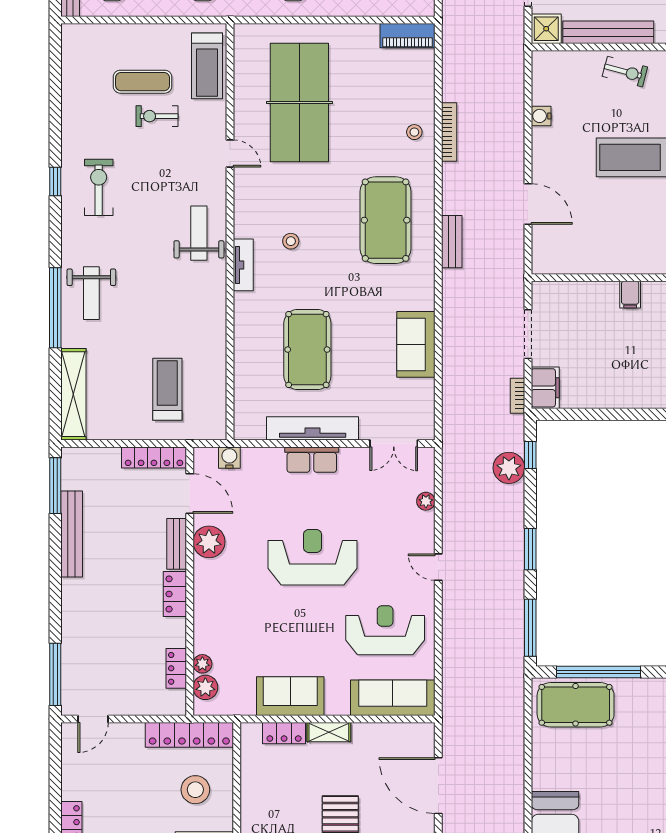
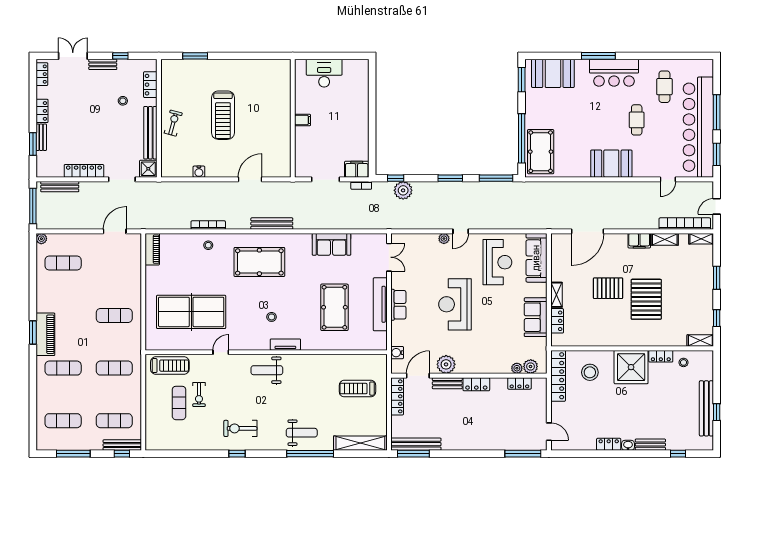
bench: (452, 242) -> (272, 224), width x1.36
pool table: (307, 350) -> (334, 307), turned 90
plant: (426, 501) -> (444, 239), moved
bench: (72, 534) -> (416, 444), moved
reception desk: (385, 630) -> (497, 262), turned 180

